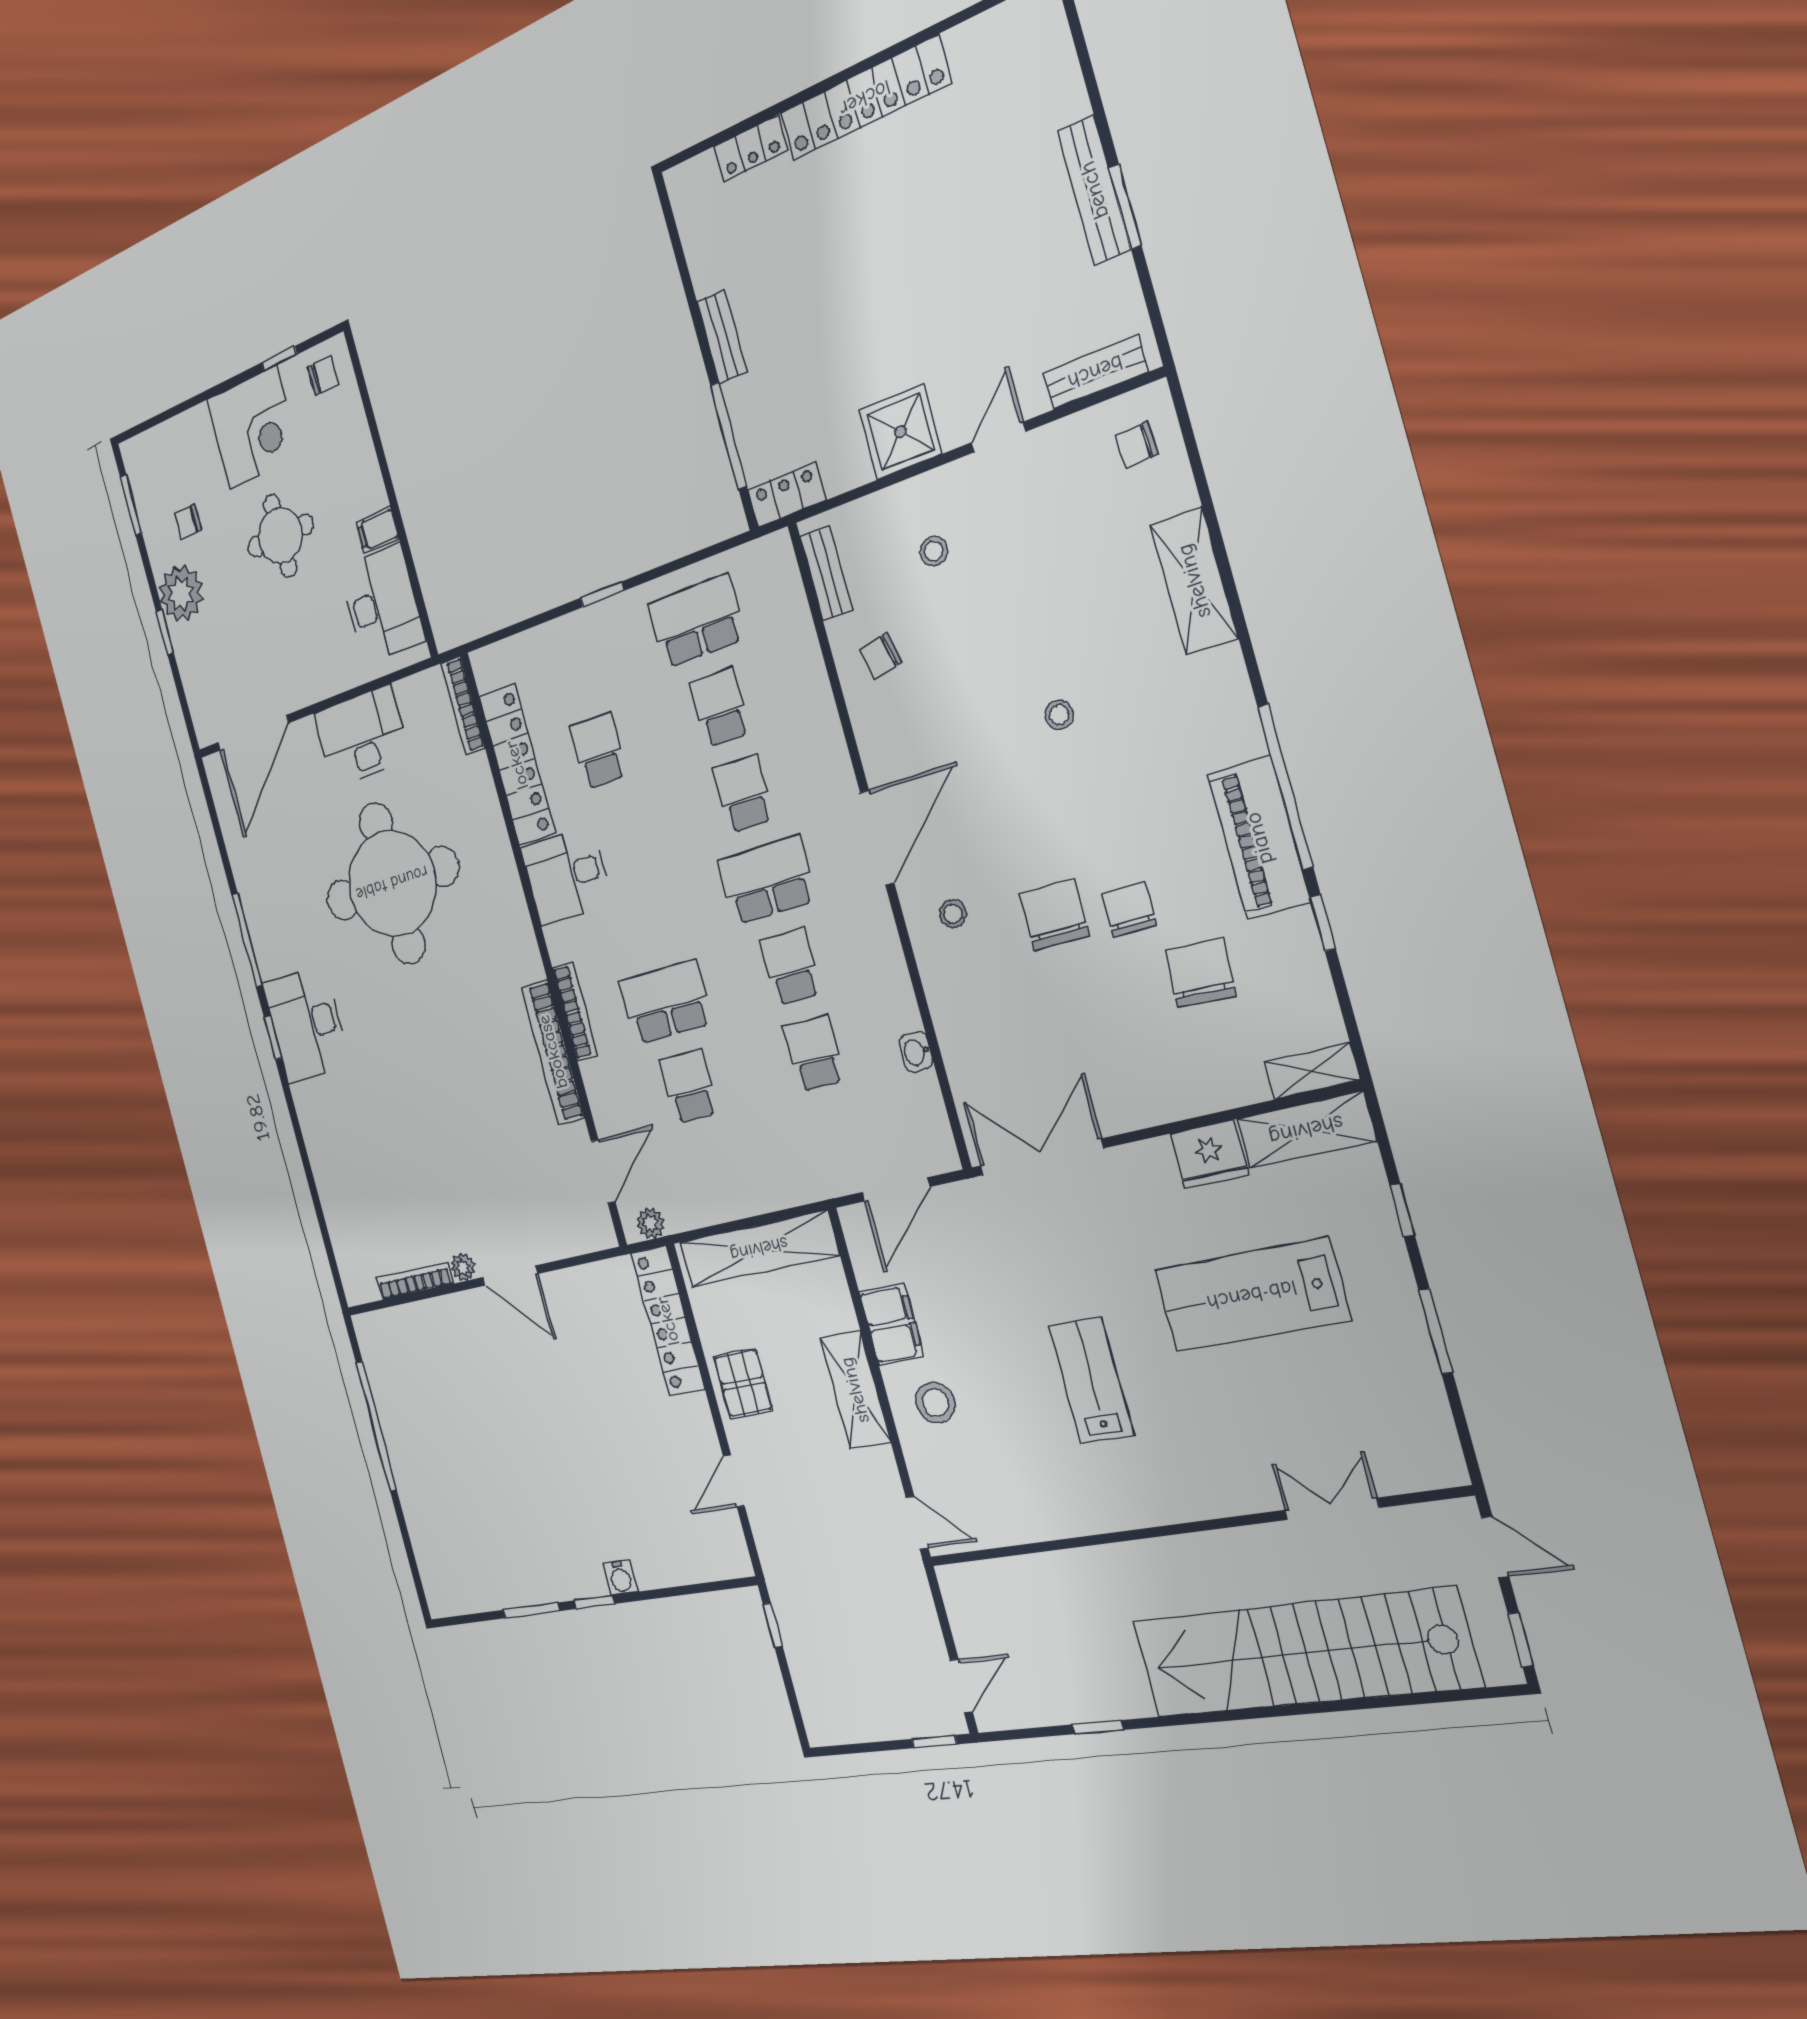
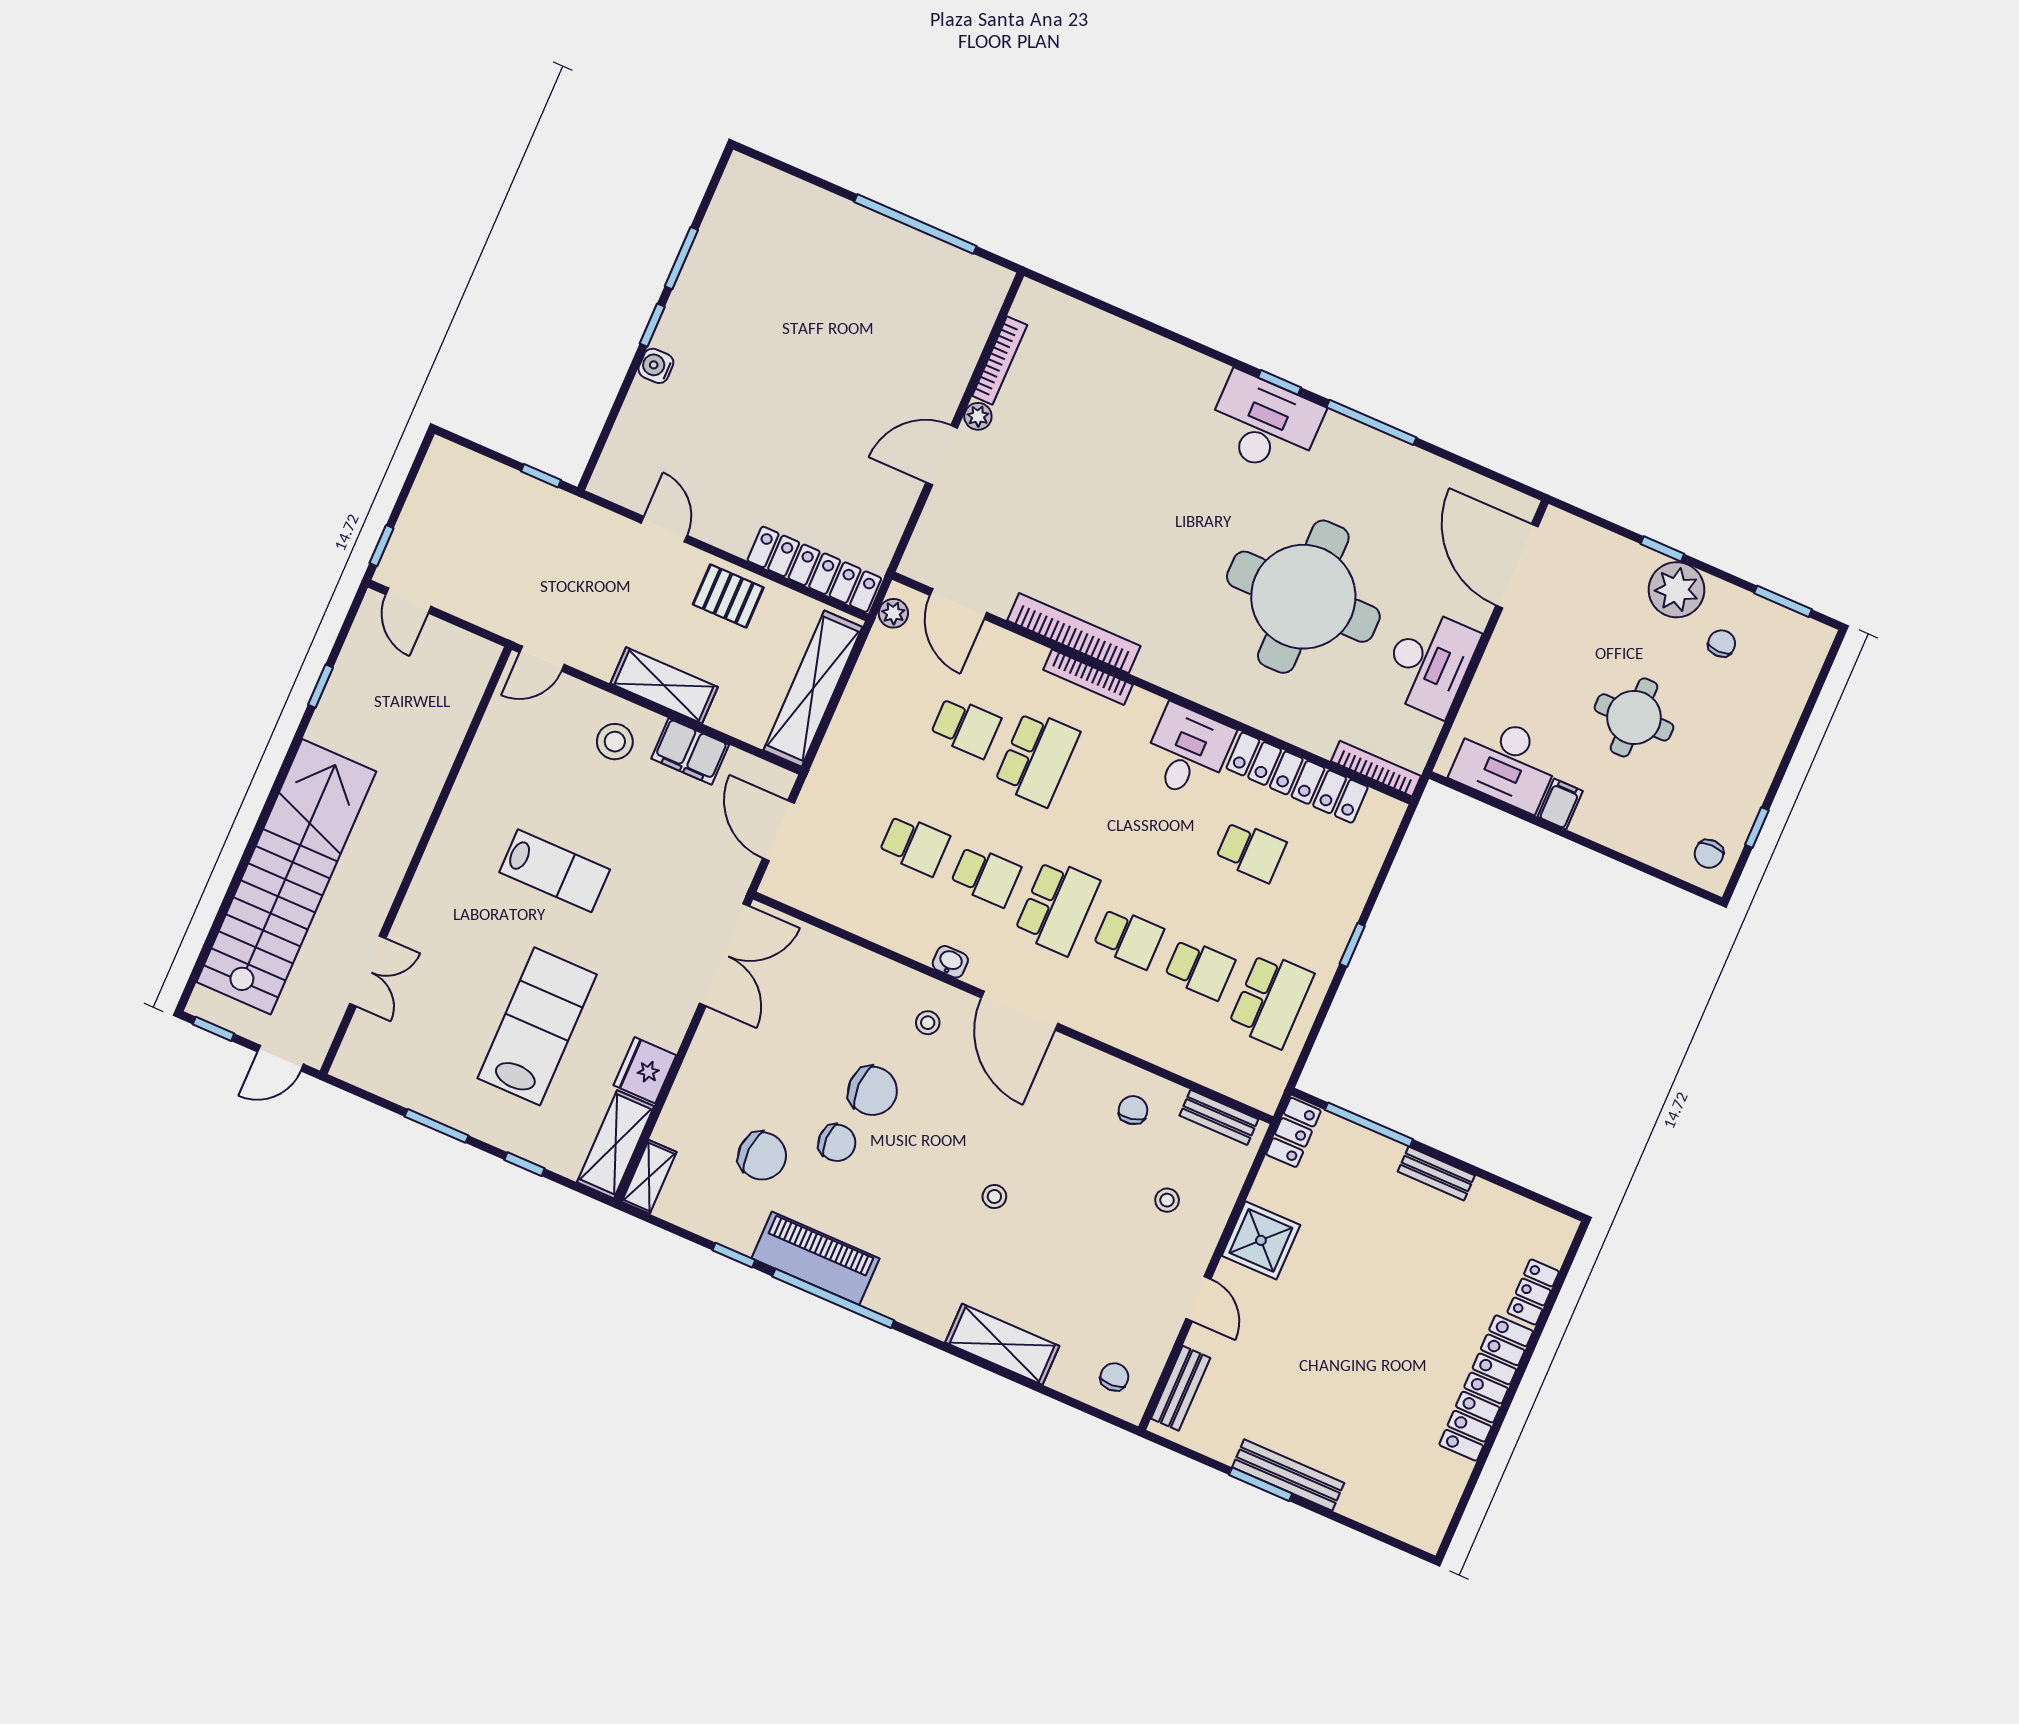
corner desk: (253, 427) -> (1732, 762), removed
washbasin: (916, 1052) -> (950, 962), moved

